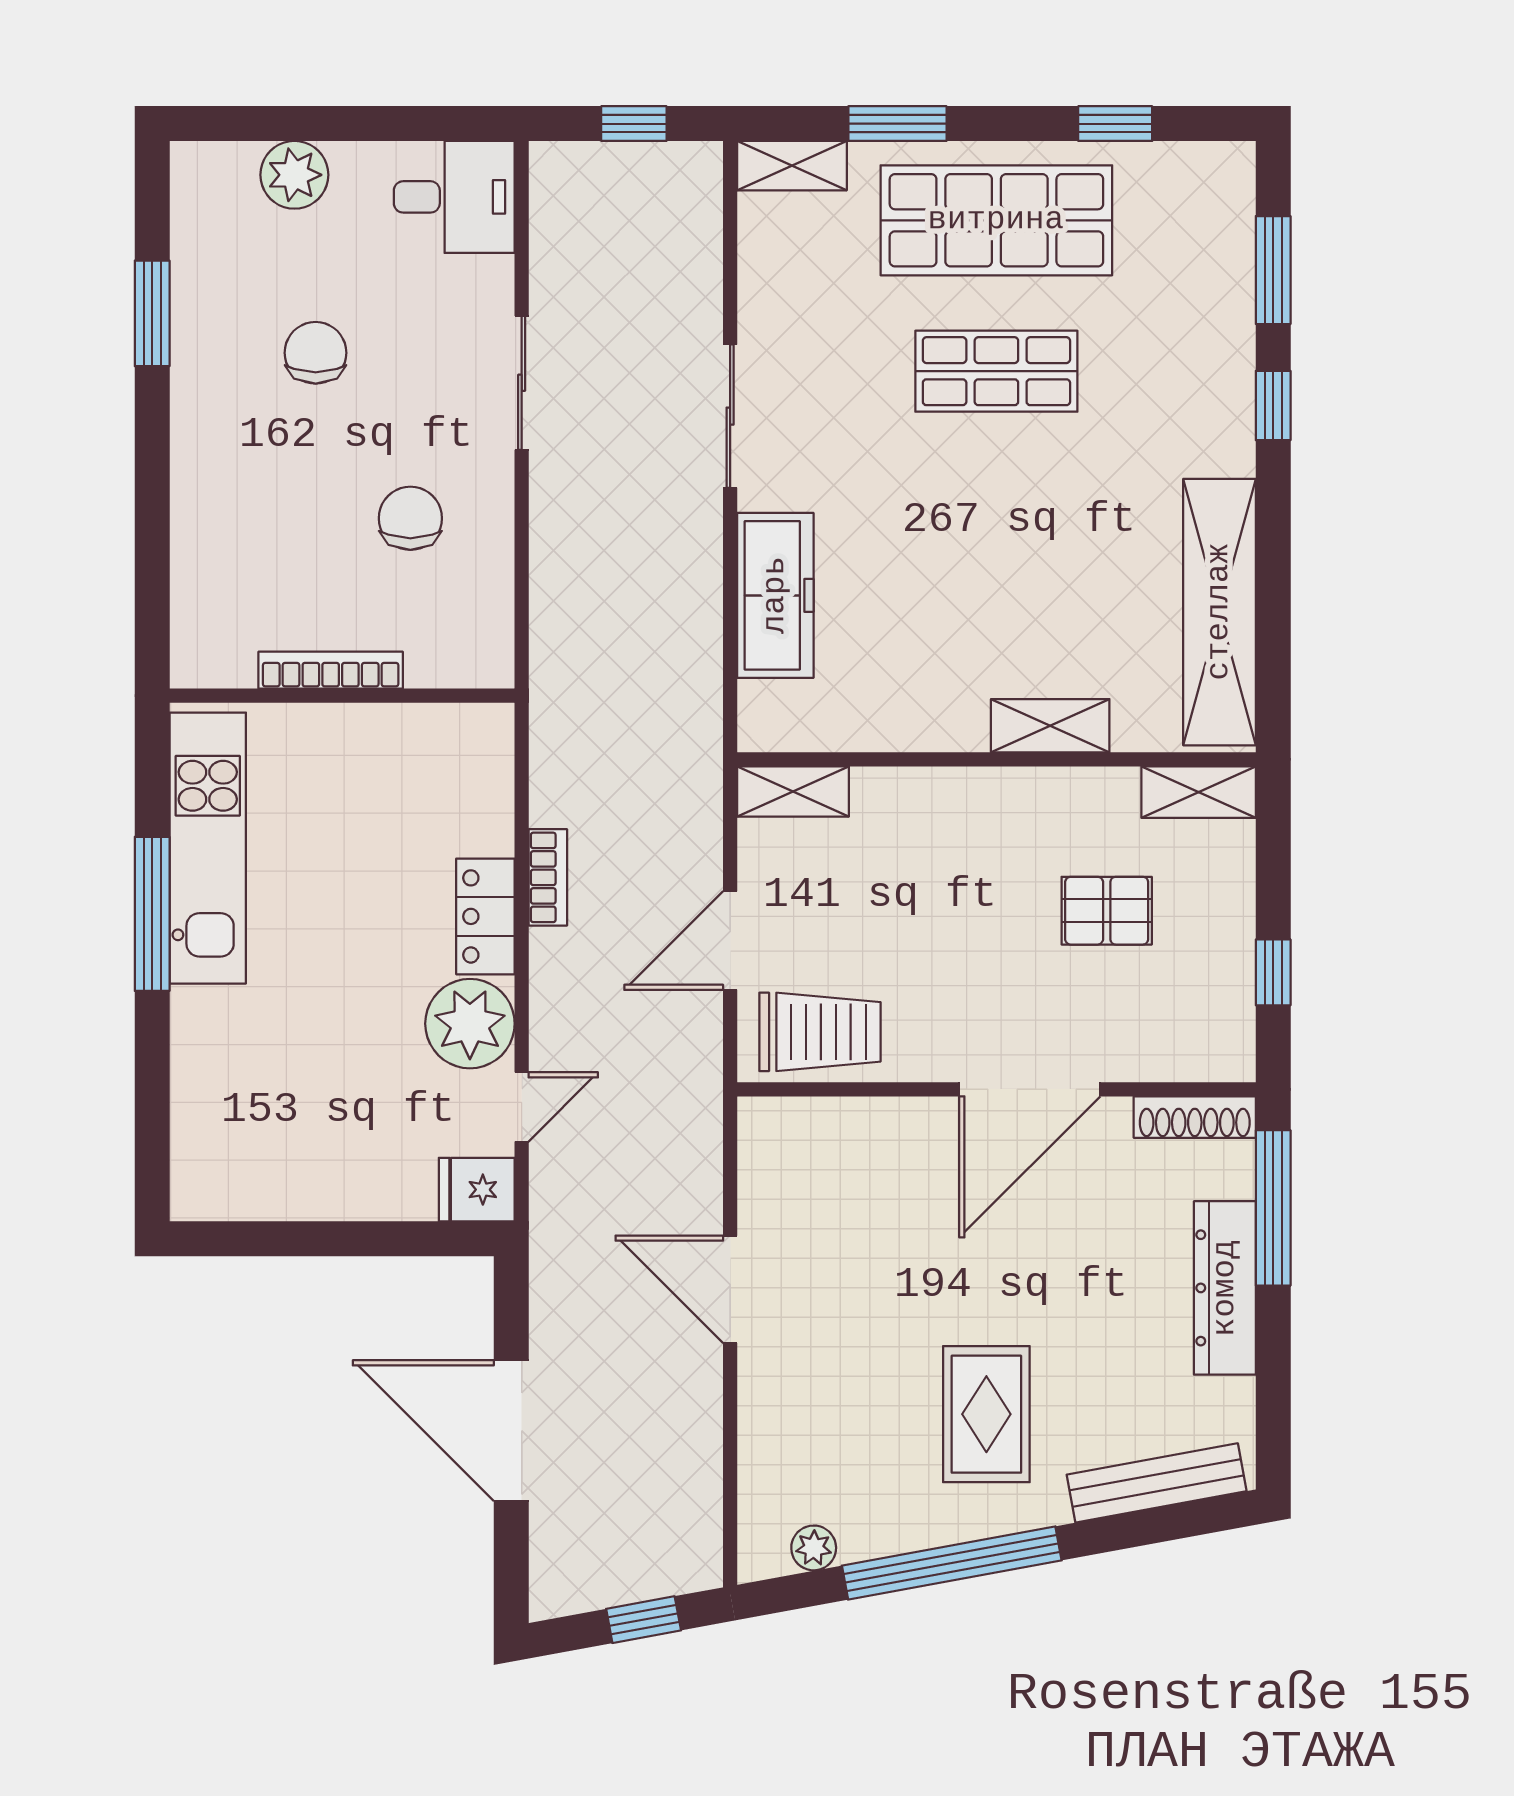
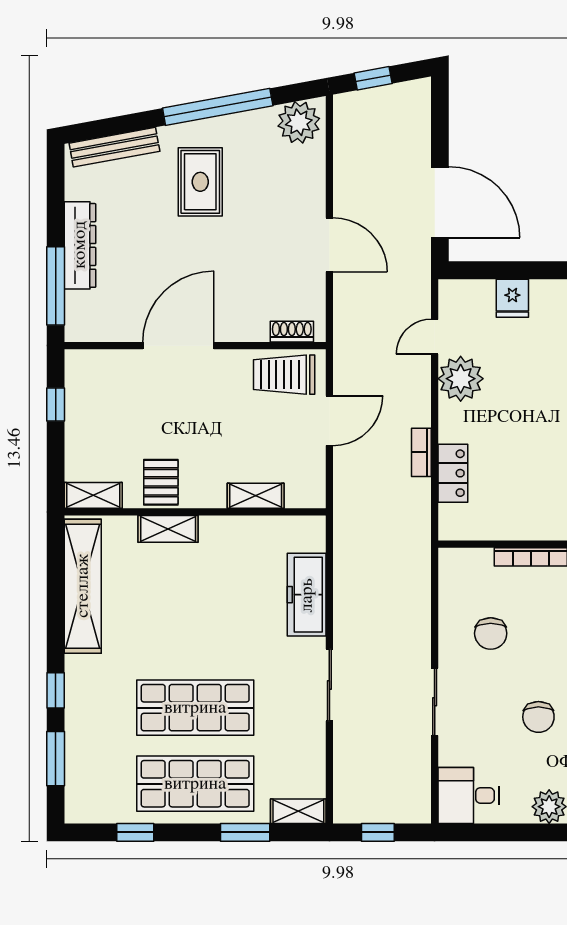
shop shelf: (996, 371) -> (195, 708), width x1.43, depth x1.36
shelving: (793, 791) -> (256, 496), moved
pallet: (1107, 911) -> (161, 482), moved, turned 90
locker: (485, 916) -> (453, 473), moved
shoe rack: (1195, 1117) -> (292, 332), moved, width x0.70
fridge: (477, 1190) -> (512, 298), moved, turned 90
door: (511, 1431) -> (440, 202), moved
plant: (814, 1548) -> (299, 122), width x1.88, depth x1.88

